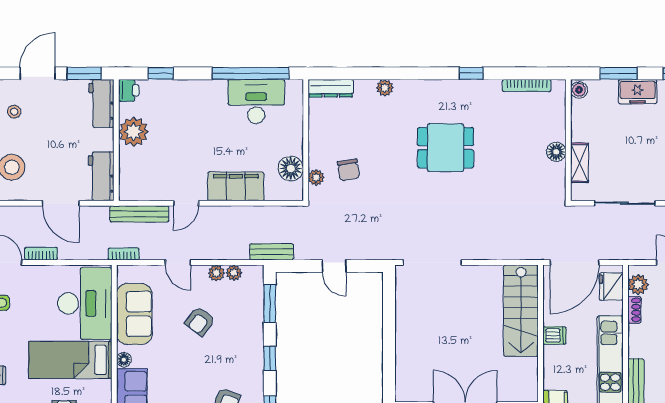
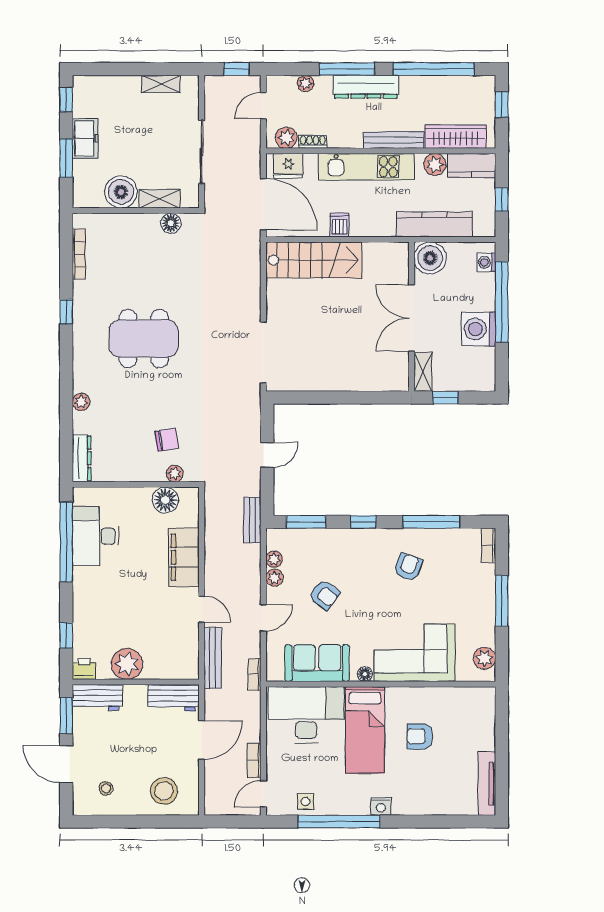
boiler: (579, 90) -> (121, 192), moved, width x1.86, depth x1.86
dining table: (446, 148) -> (144, 339), width x1.37
floor lamp: (556, 152) -> (171, 223), moved

